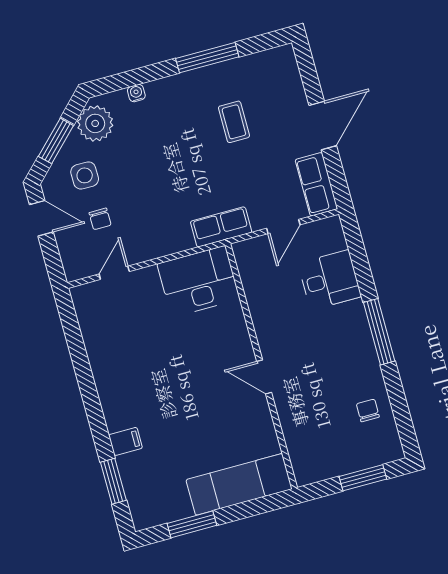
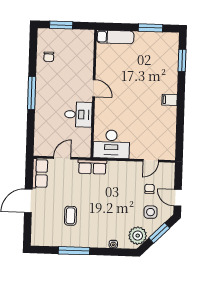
desk: (330, 280) -> (78, 114), moved, turned 180
filing cabinet: (125, 441) -> (170, 100), moved
exam couch: (239, 484) -> (115, 37), width x0.73, depth x0.69

